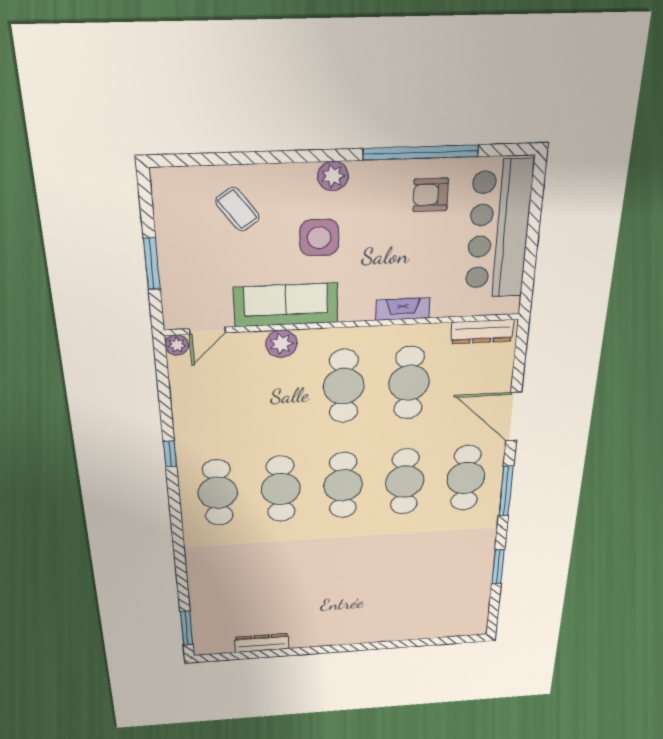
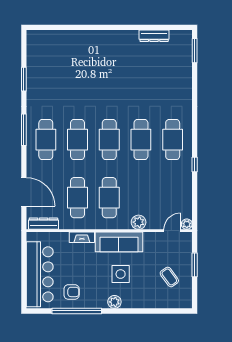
coffee table: (237, 209) -> (169, 277), moved
sofa: (286, 305) -> (119, 242), moved
door: (514, 417) -> (24, 192), moved

